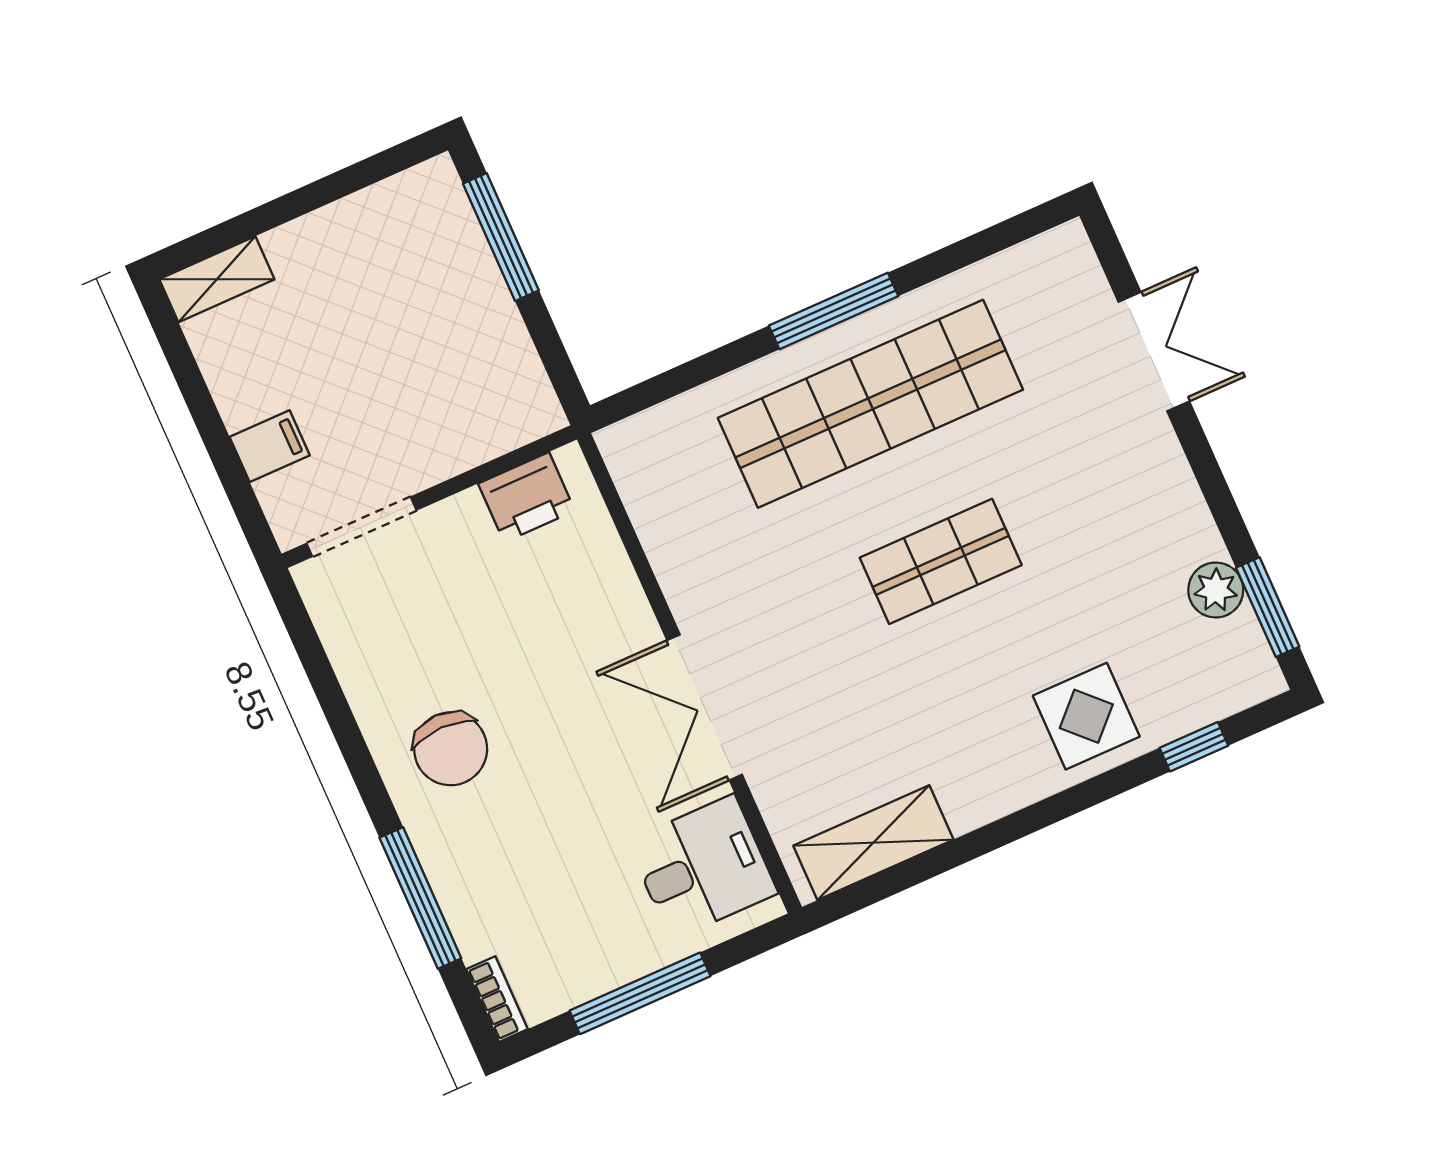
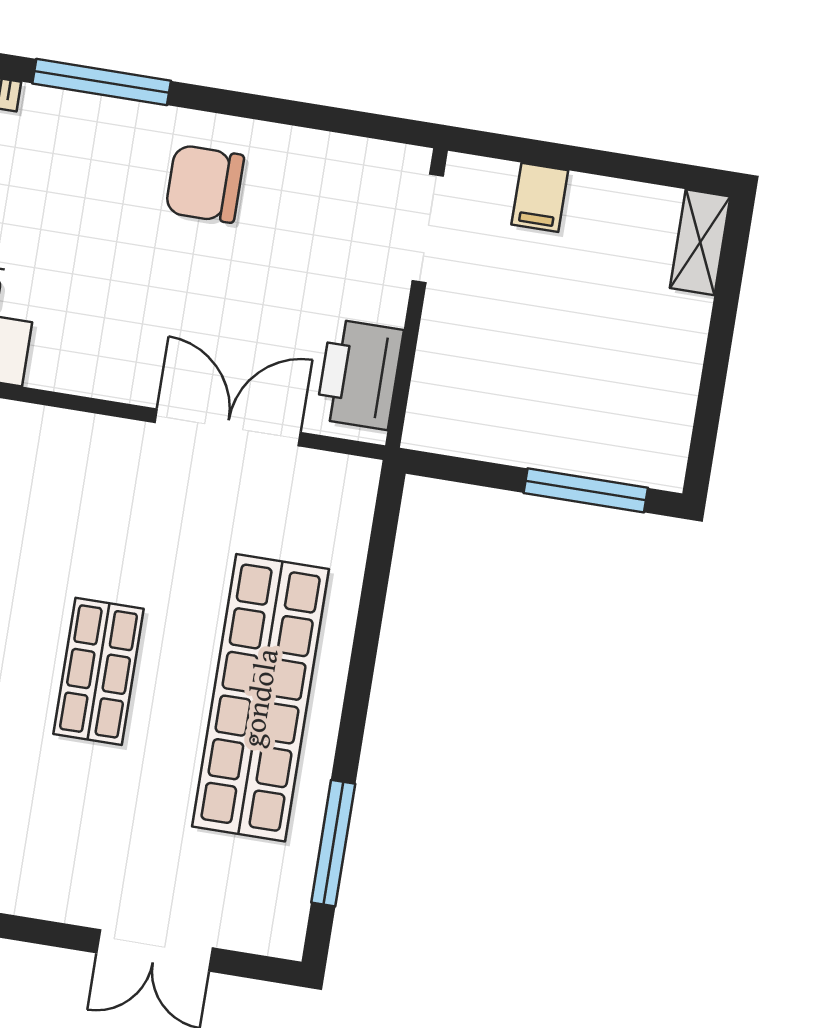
window: (834, 311) -> (333, 843), moved
printer: (527, 497) -> (360, 374), width x1.37, depth x1.19
double door: (705, 707) -> (228, 427), moved

